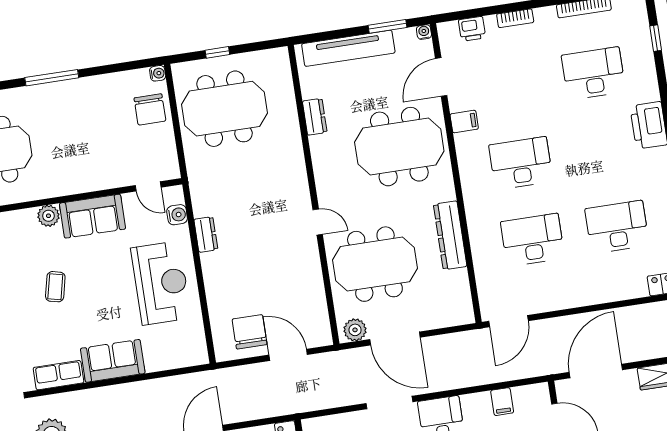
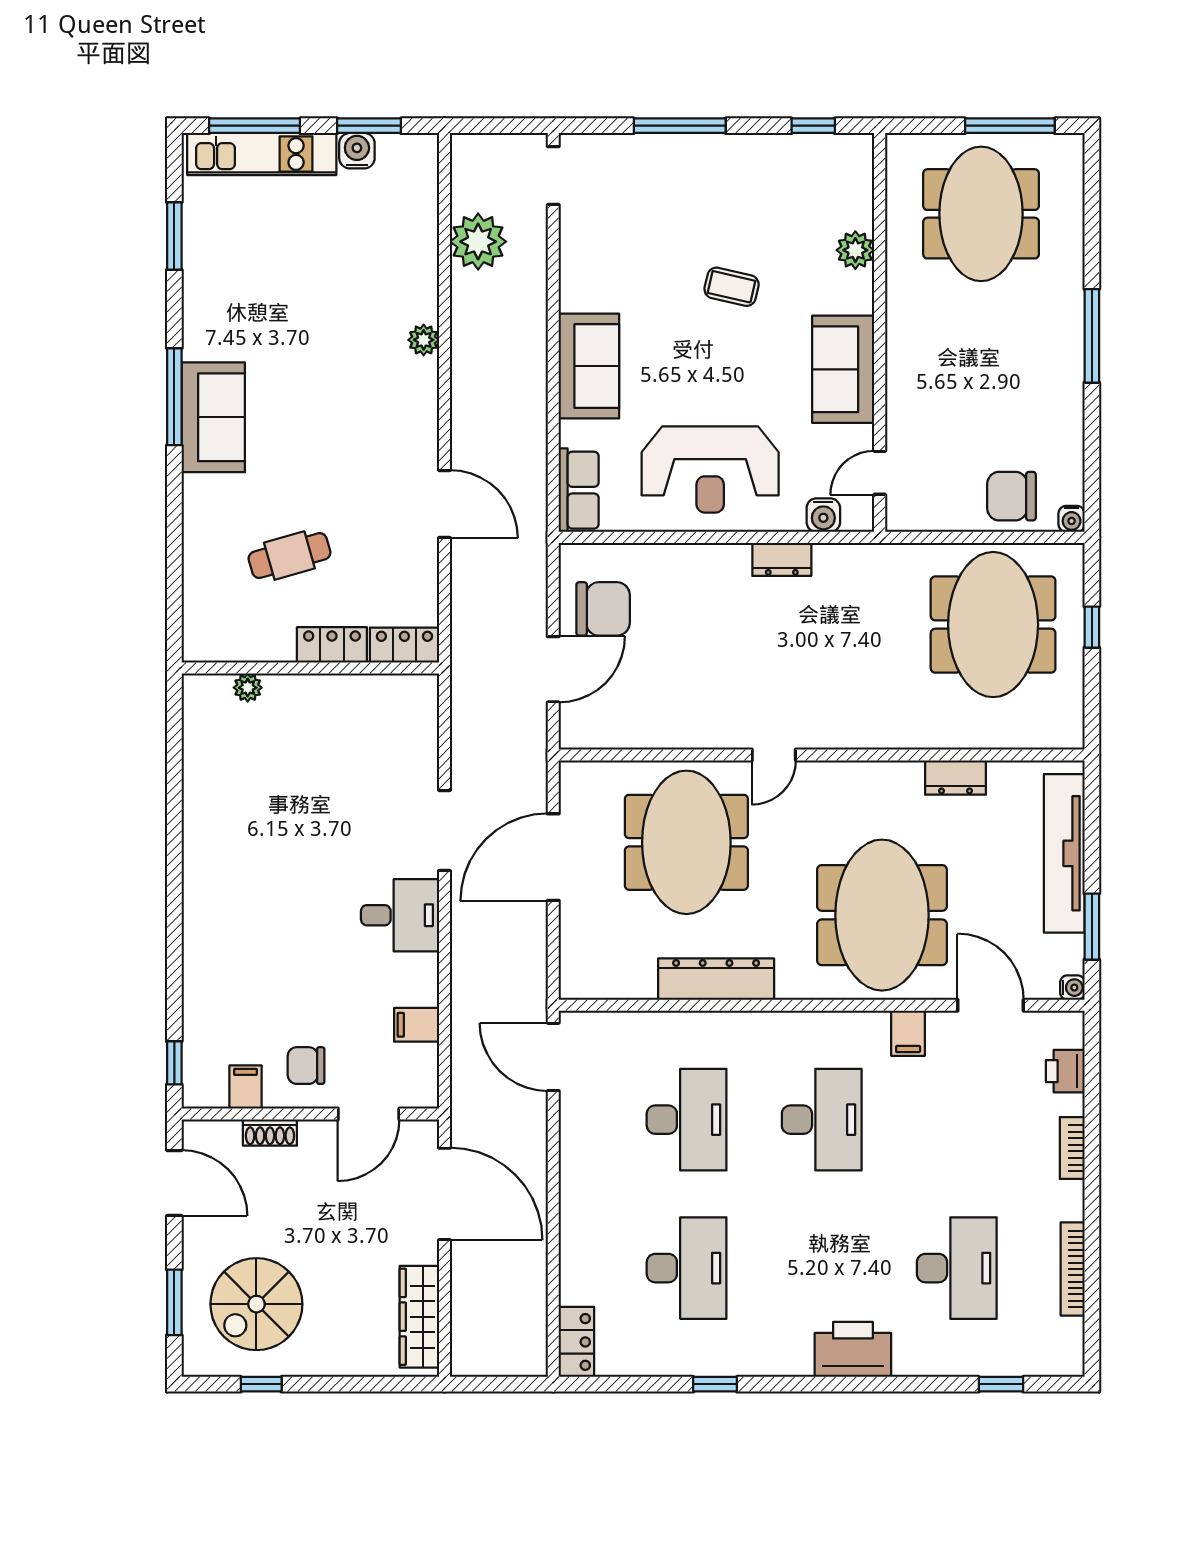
plant: (48, 216) -> (855, 250), moved
plant: (355, 330) -> (578, 791), removed
row of seats: (58, 375) -> (579, 490), moved

